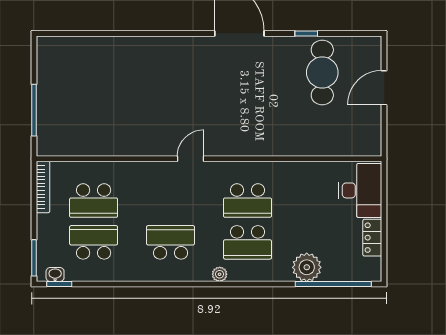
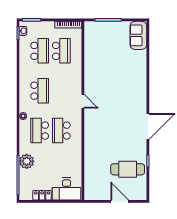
sofa: (64, 52) -> (138, 35), added
school desk: (94, 201) -> (61, 51), turned 180

